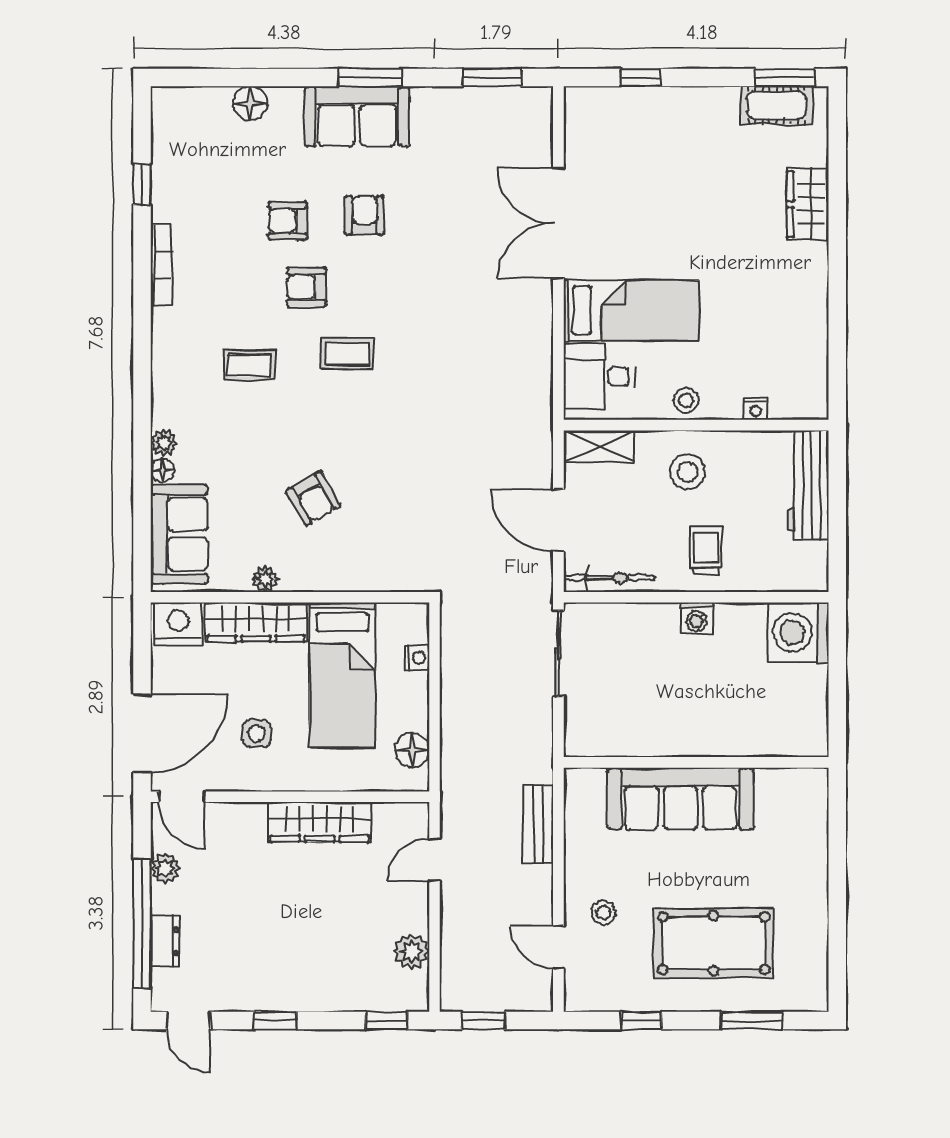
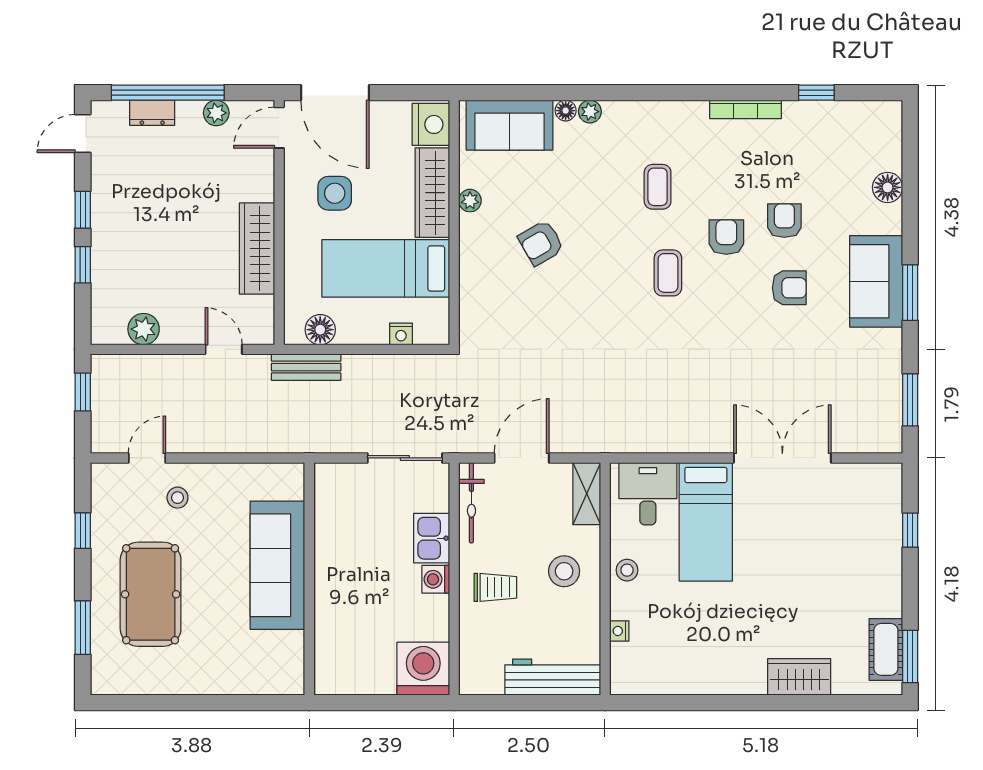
kitchen sink: (650, 623) -> (432, 538), added
side table: (257, 733) -> (335, 193), width x1.37, depth x1.37
bench: (538, 824) -> (306, 367), moved
window: (386, 1021) -> (83, 265), moved

